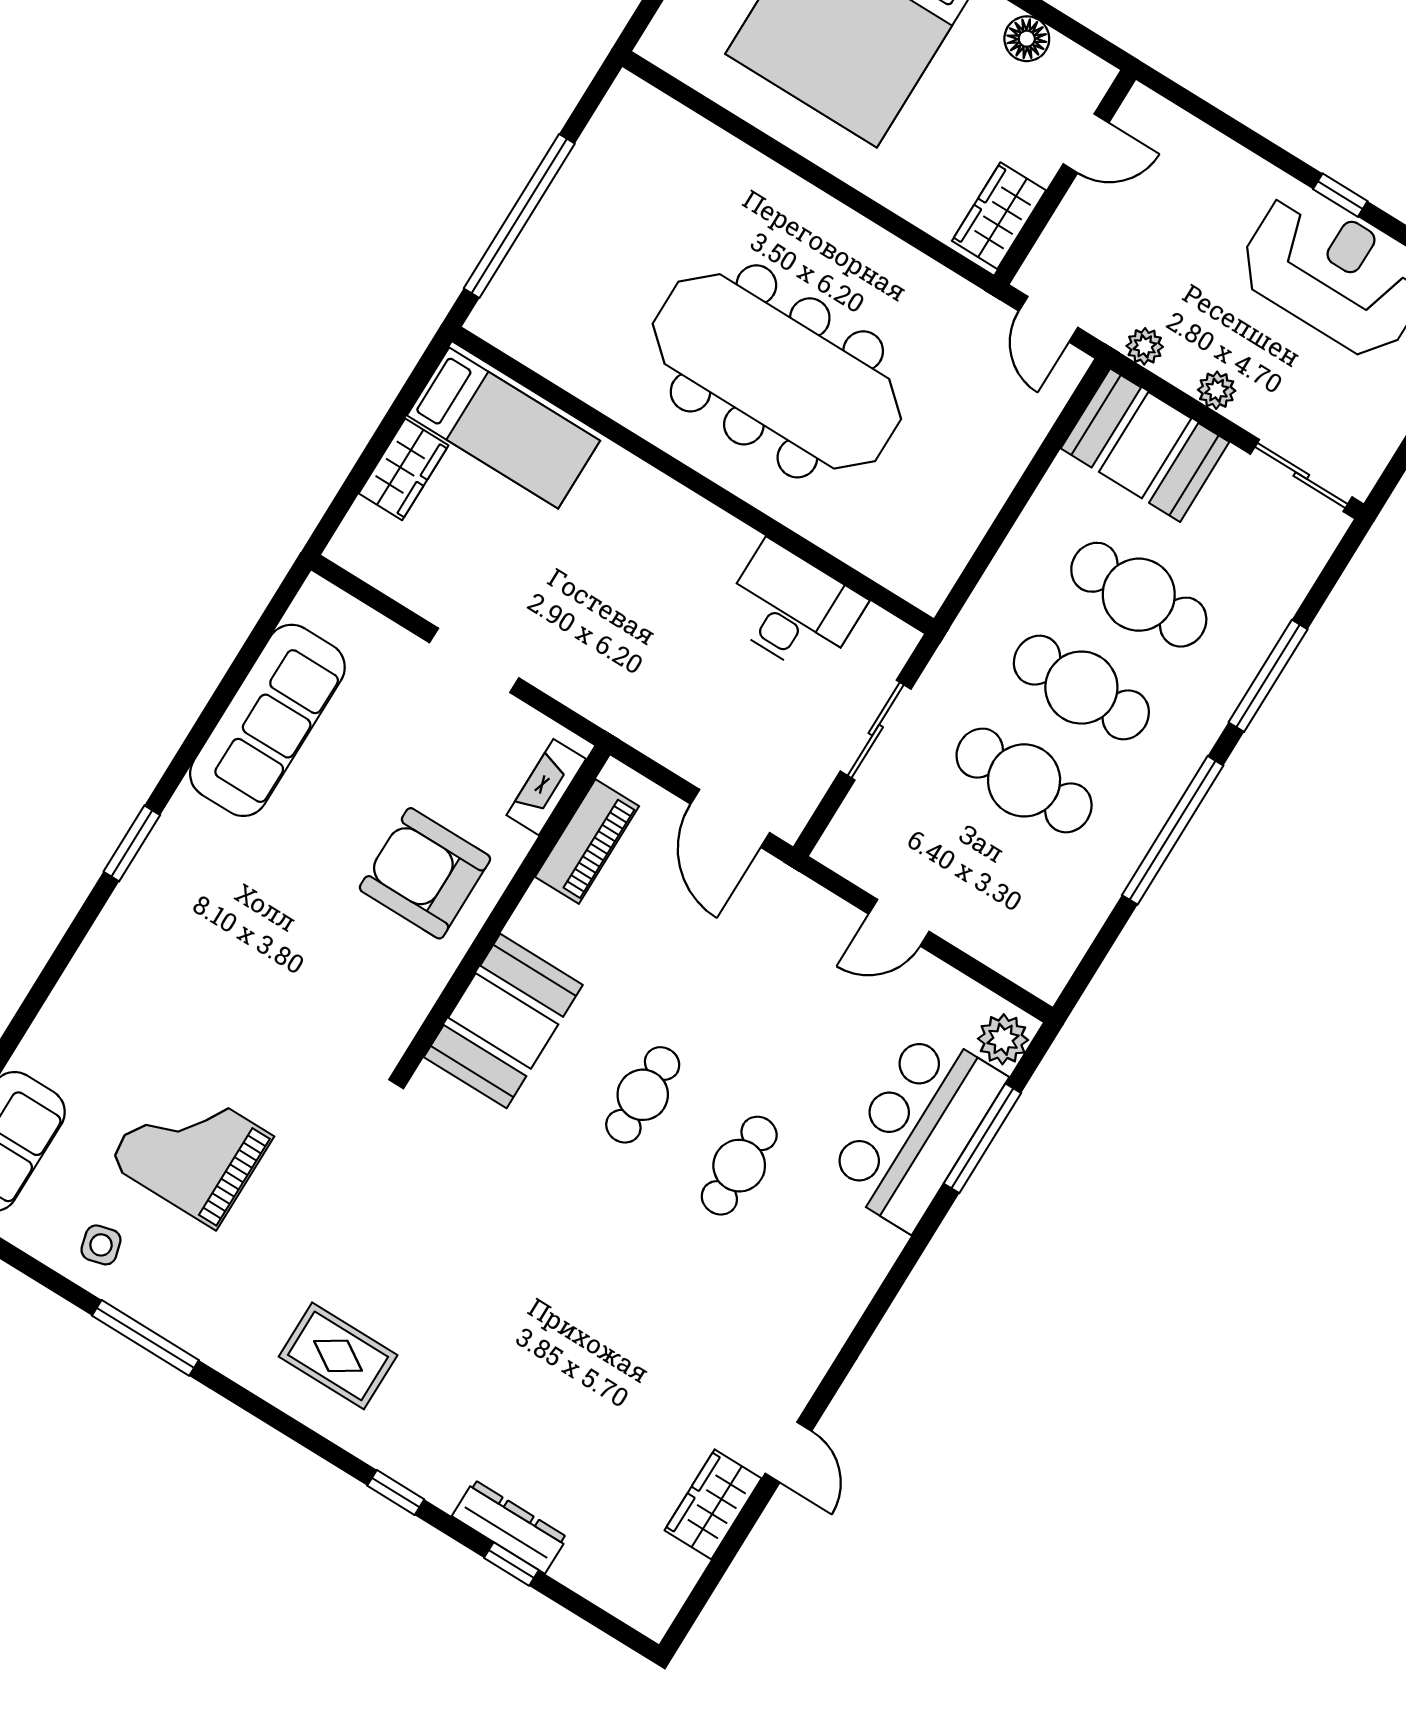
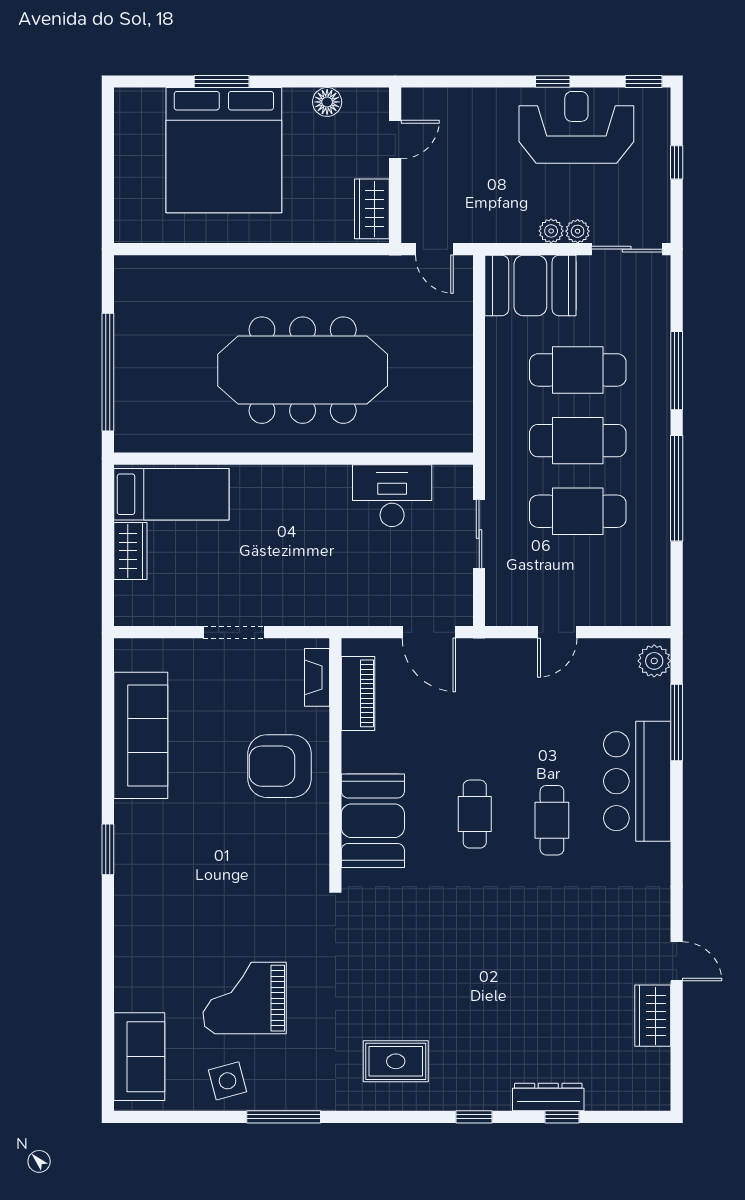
plant: (1145, 346) -> (578, 231), moved
bar counter: (916, 1129) -> (637, 781), moved
side table: (101, 1245) -> (228, 1081), width x1.37, depth x1.37

